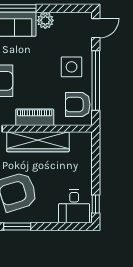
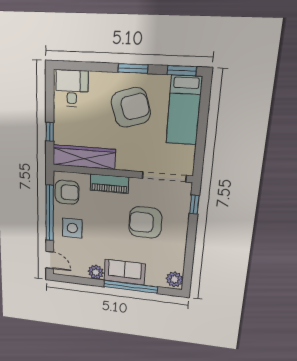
door: (96, 28) -> (50, 260), swing flipped
wardrobe: (38, 142) -> (84, 157), moved
window: (96, 204) -> (50, 132), moved

